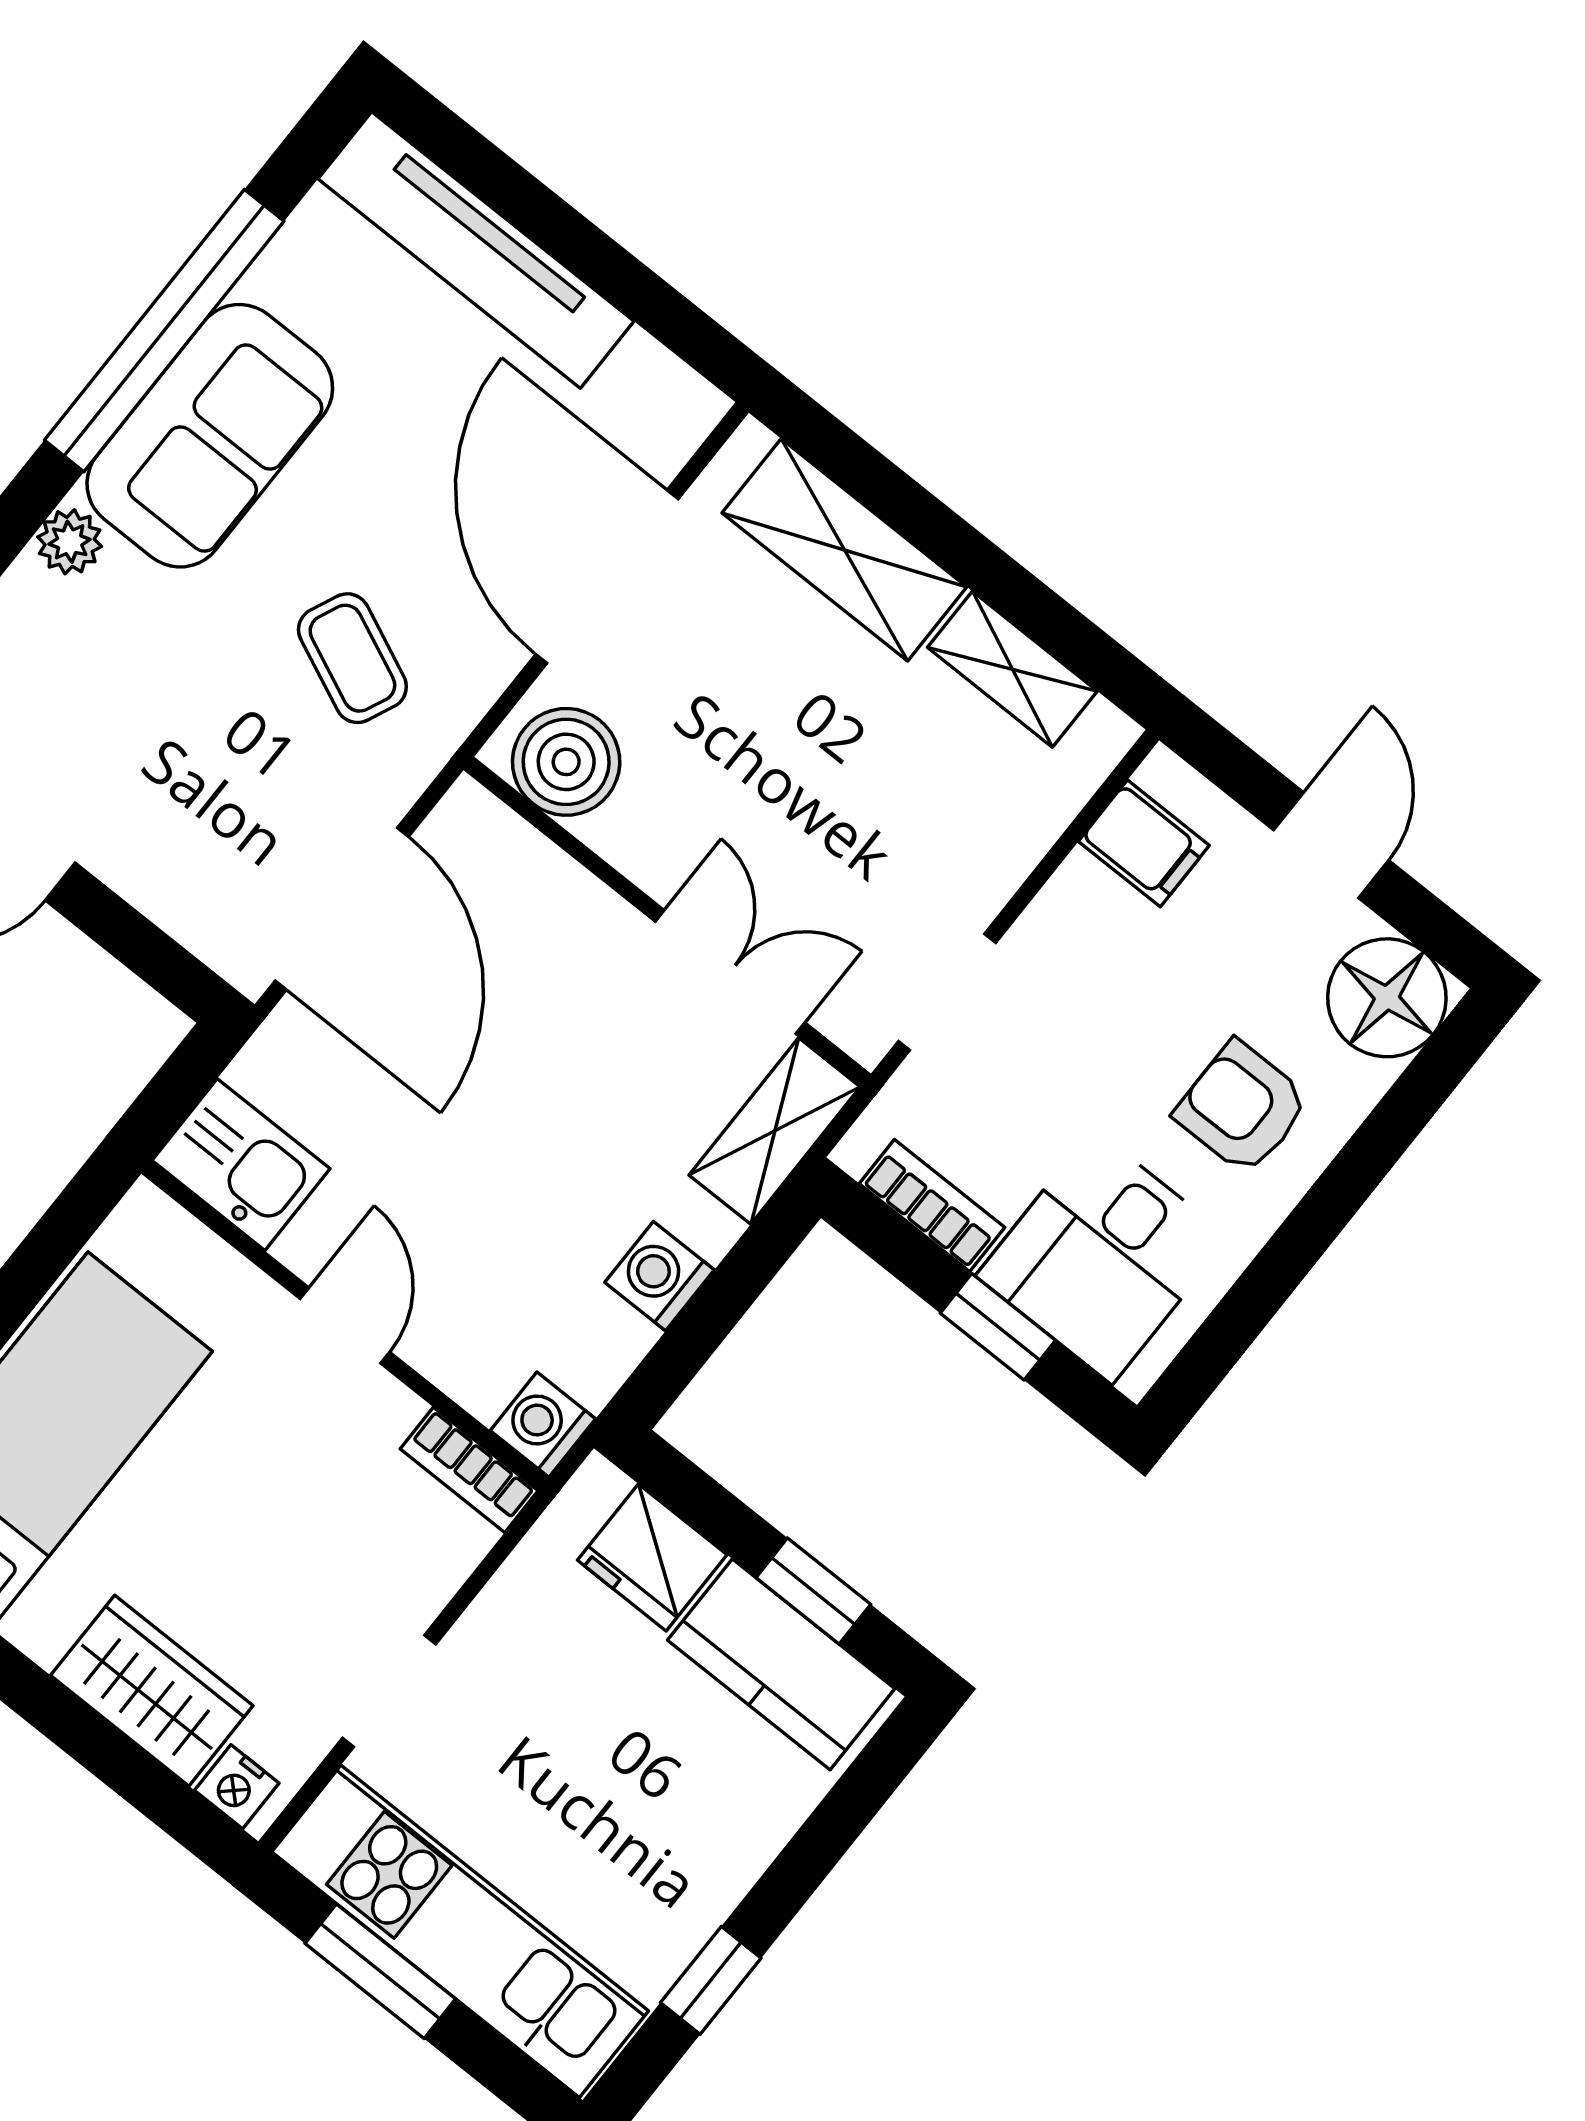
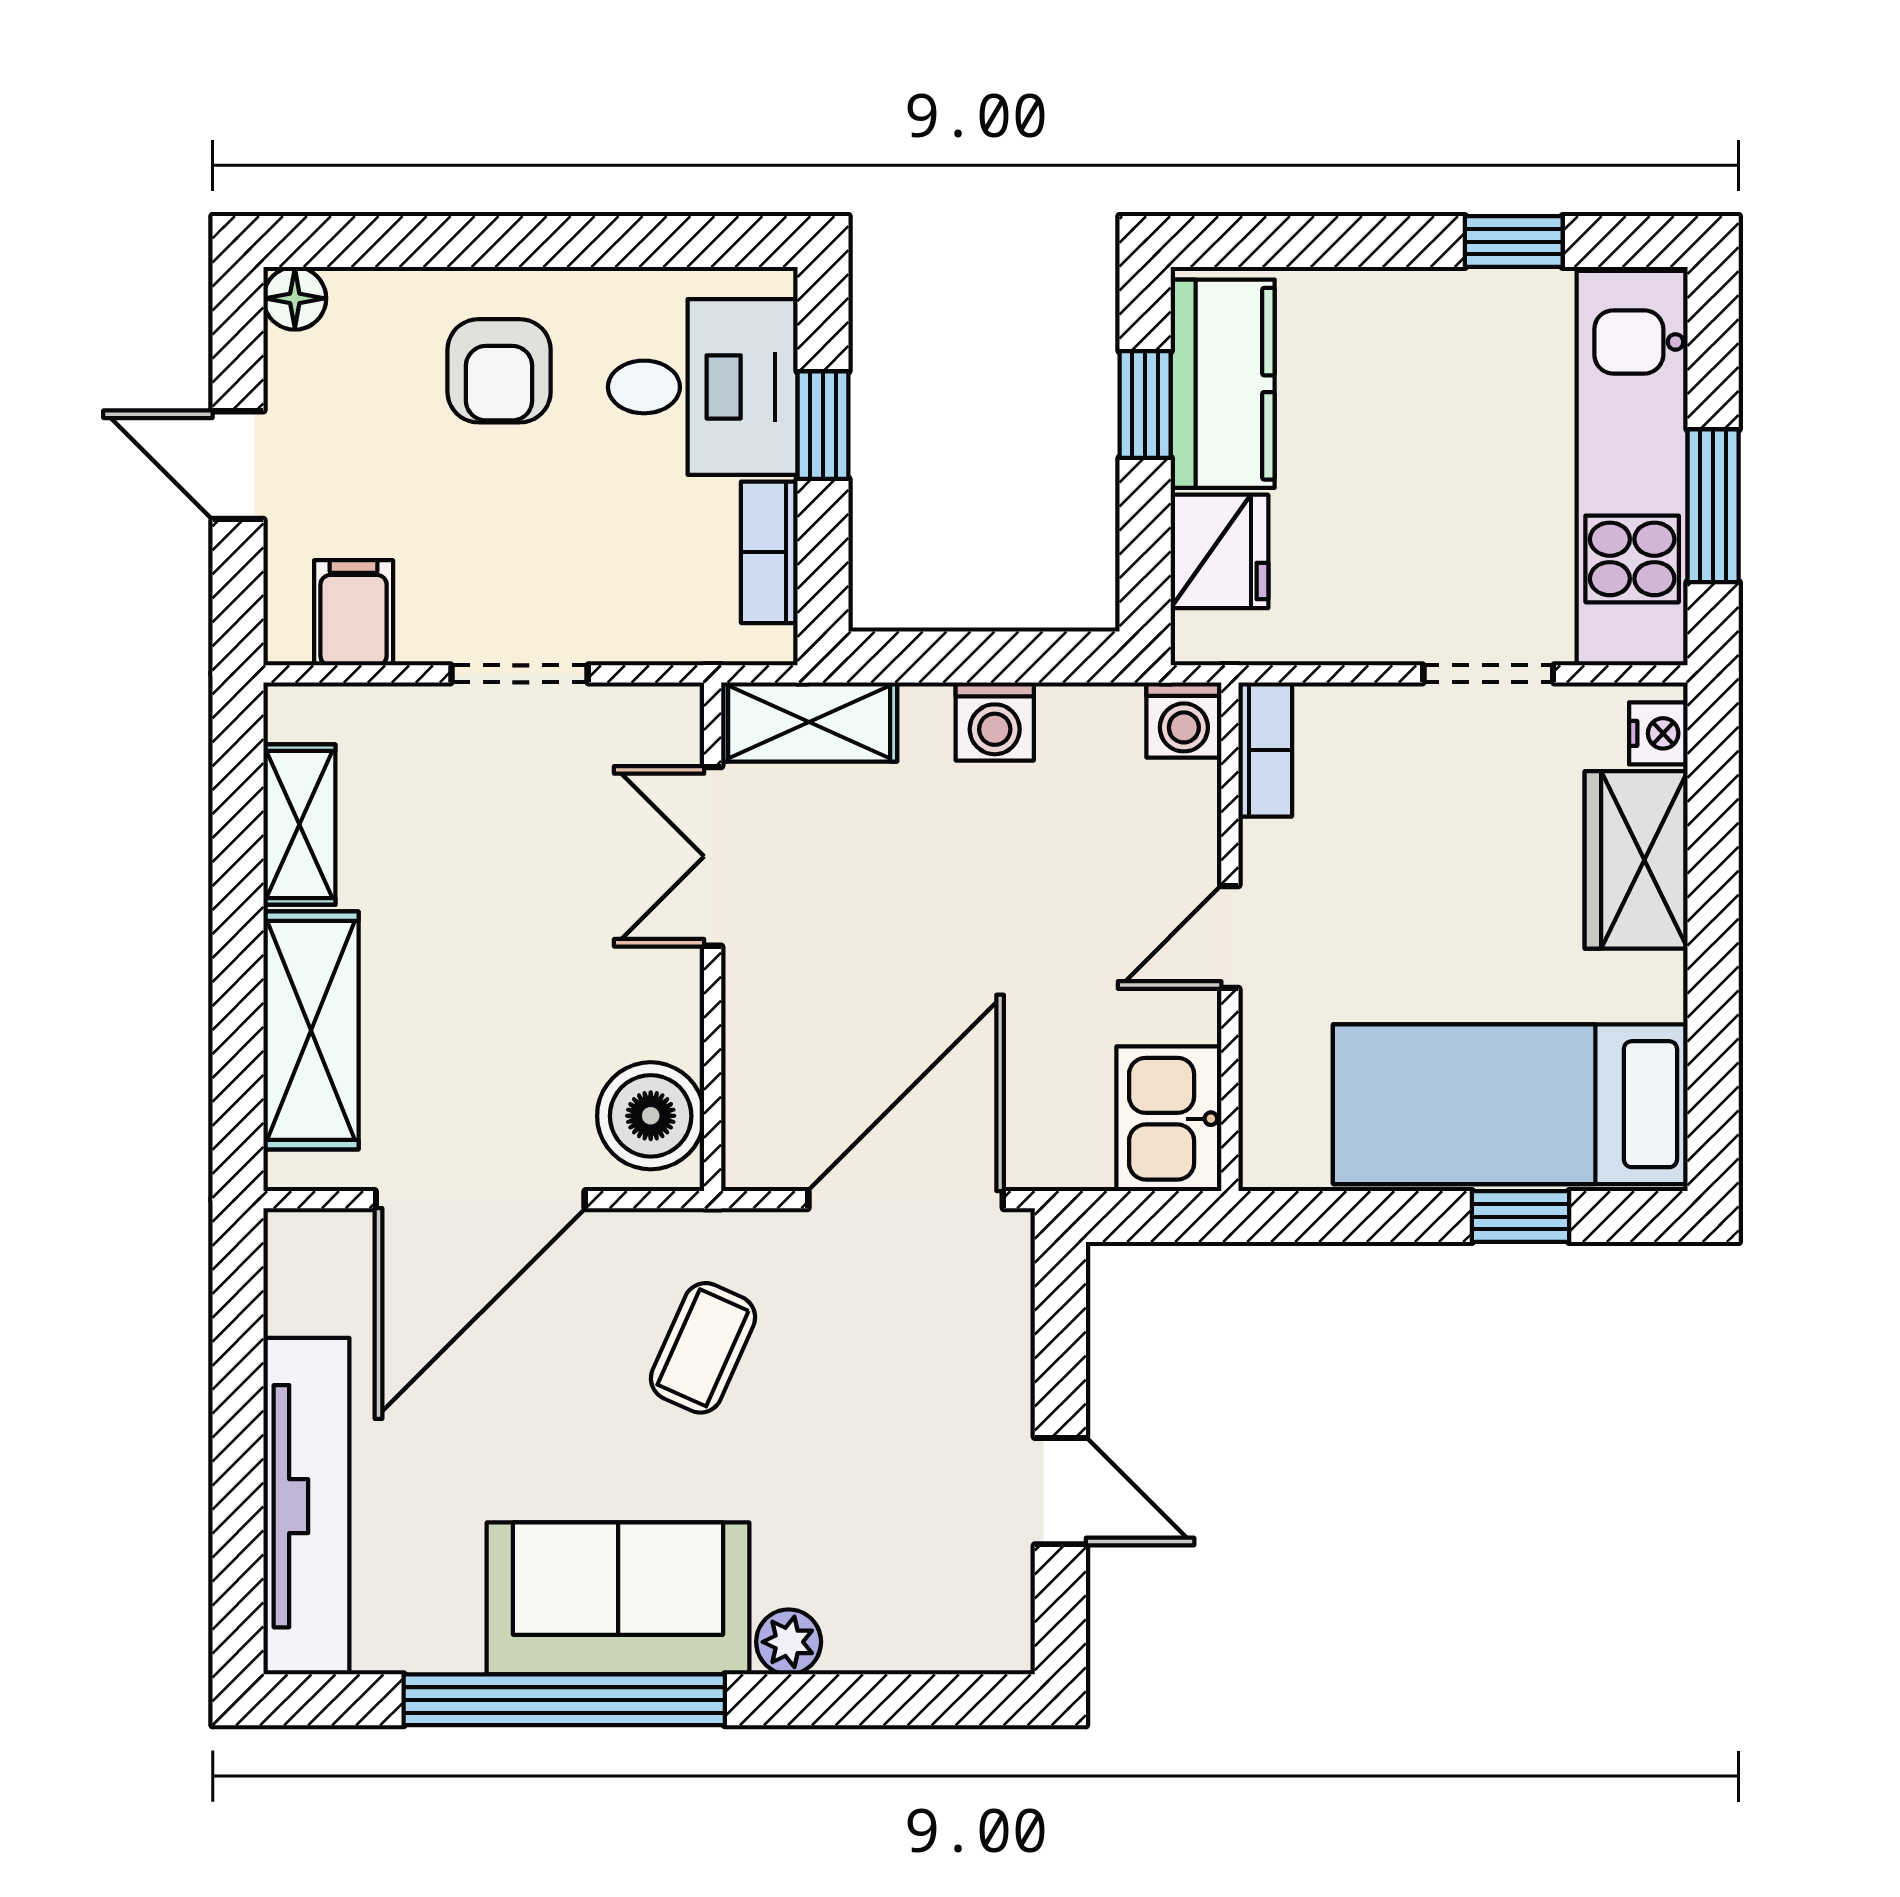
door: (1331, 845) -> (238, 465), hinge flipped
doorway: (947, 992) -> (519, 674), moved
floor lamp: (1387, 998) -> (295, 298), width x0.53, depth x0.53

